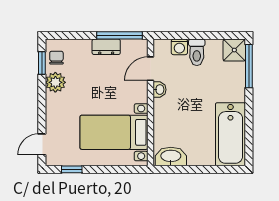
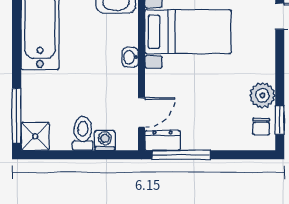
dresser: (106, 47) -> (163, 140), moved
washbasin: (159, 90) -> (130, 57), moved

